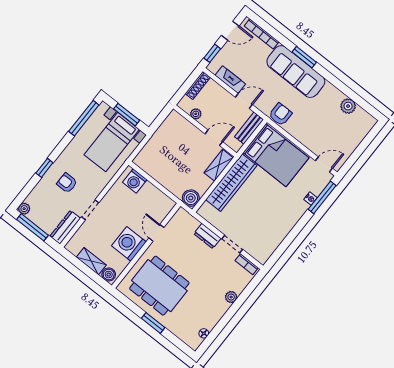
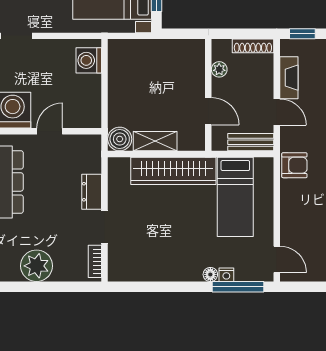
bed: (276, 155) -> (235, 197), width x0.67
shelving: (219, 165) -> (155, 141), moved
floor lamp: (303, 207) -> (210, 274), added
plant: (231, 297) -> (37, 266), width x1.87, depth x1.87

